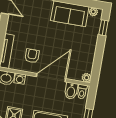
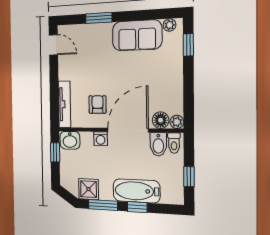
floor lamp: (76, 75) -> (161, 120), added
washing machine: (20, 79) -> (101, 139), moved

